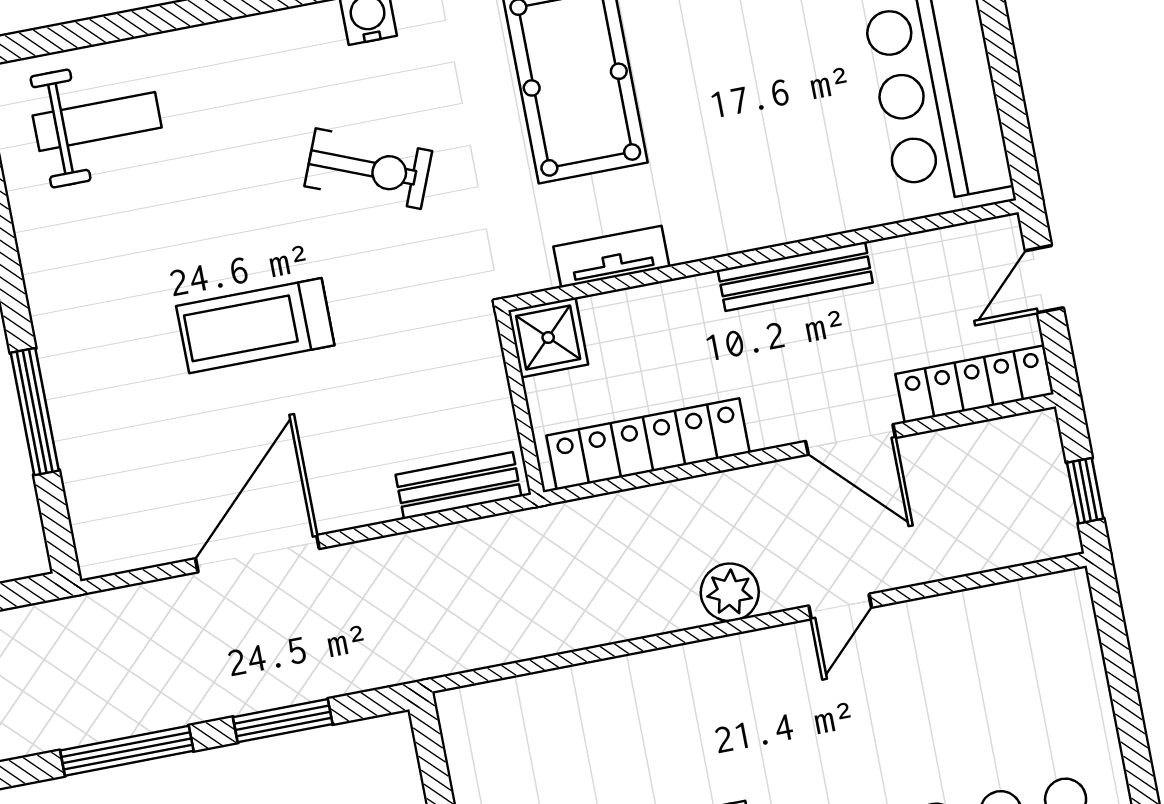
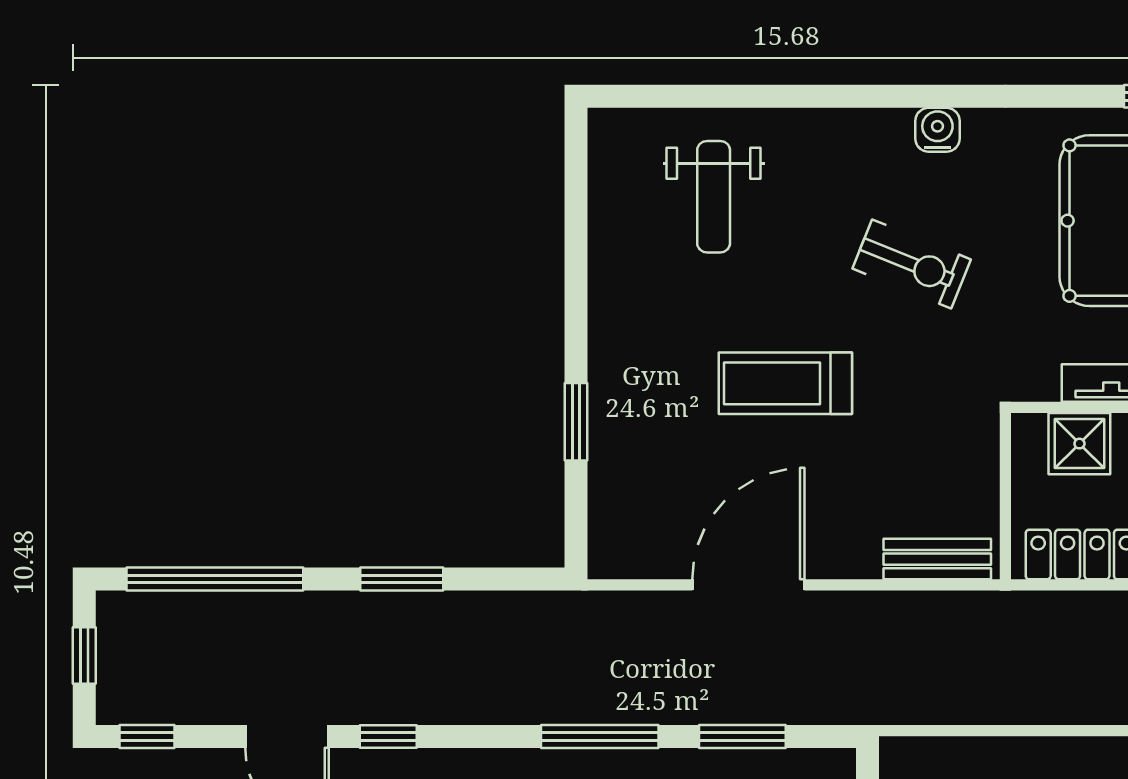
weight bench: (97, 121) -> (714, 197), moved, turned 90
shower: (548, 337) -> (1079, 444), moved
window: (35, 412) -> (576, 422), width x0.69

